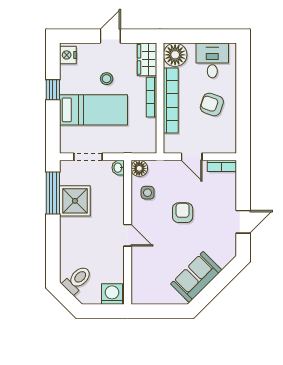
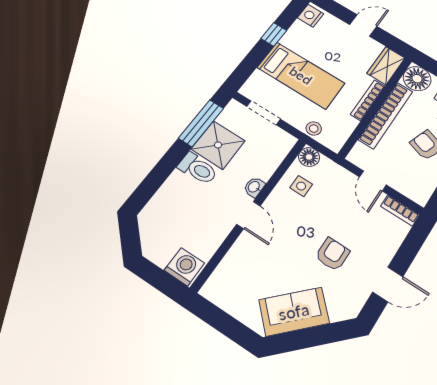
stool: (107, 79) -> (314, 128), moved
washbasin: (118, 168) -> (254, 187), moved
armchair: (183, 213) -> (332, 254), moved
toilet: (77, 280) -> (198, 169), moved, turned 45

